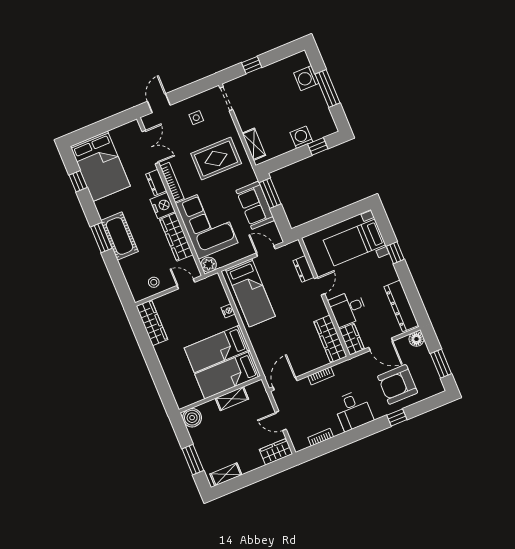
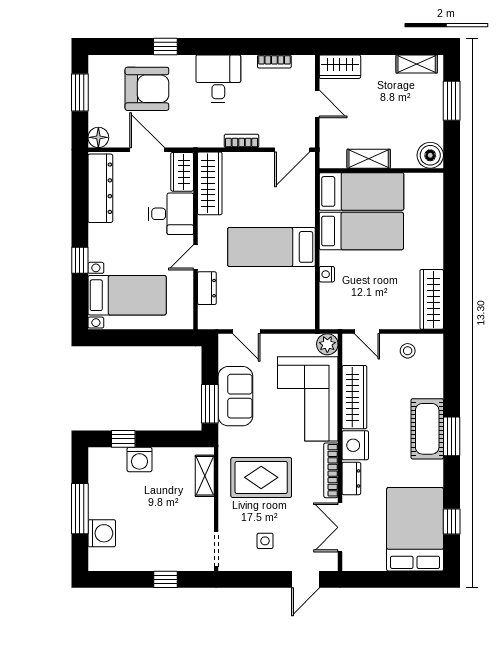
bed: (250, 293) -> (272, 247), moved, turned -90

